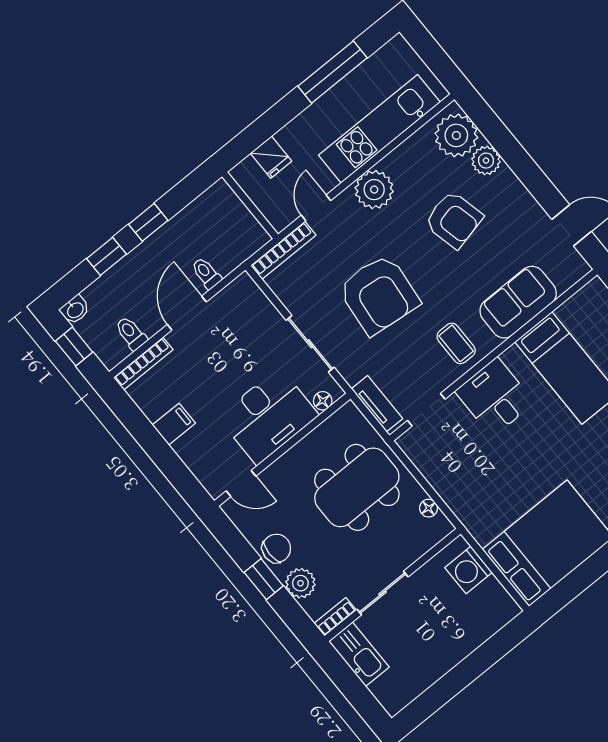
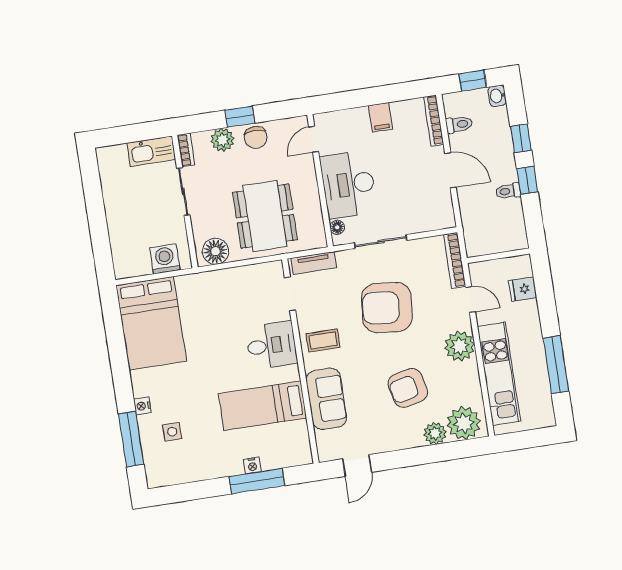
toilet: (206, 273) -> (508, 191), moved, turned 180
floor lamp: (429, 508) -> (215, 251), width x1.89, depth x1.89

